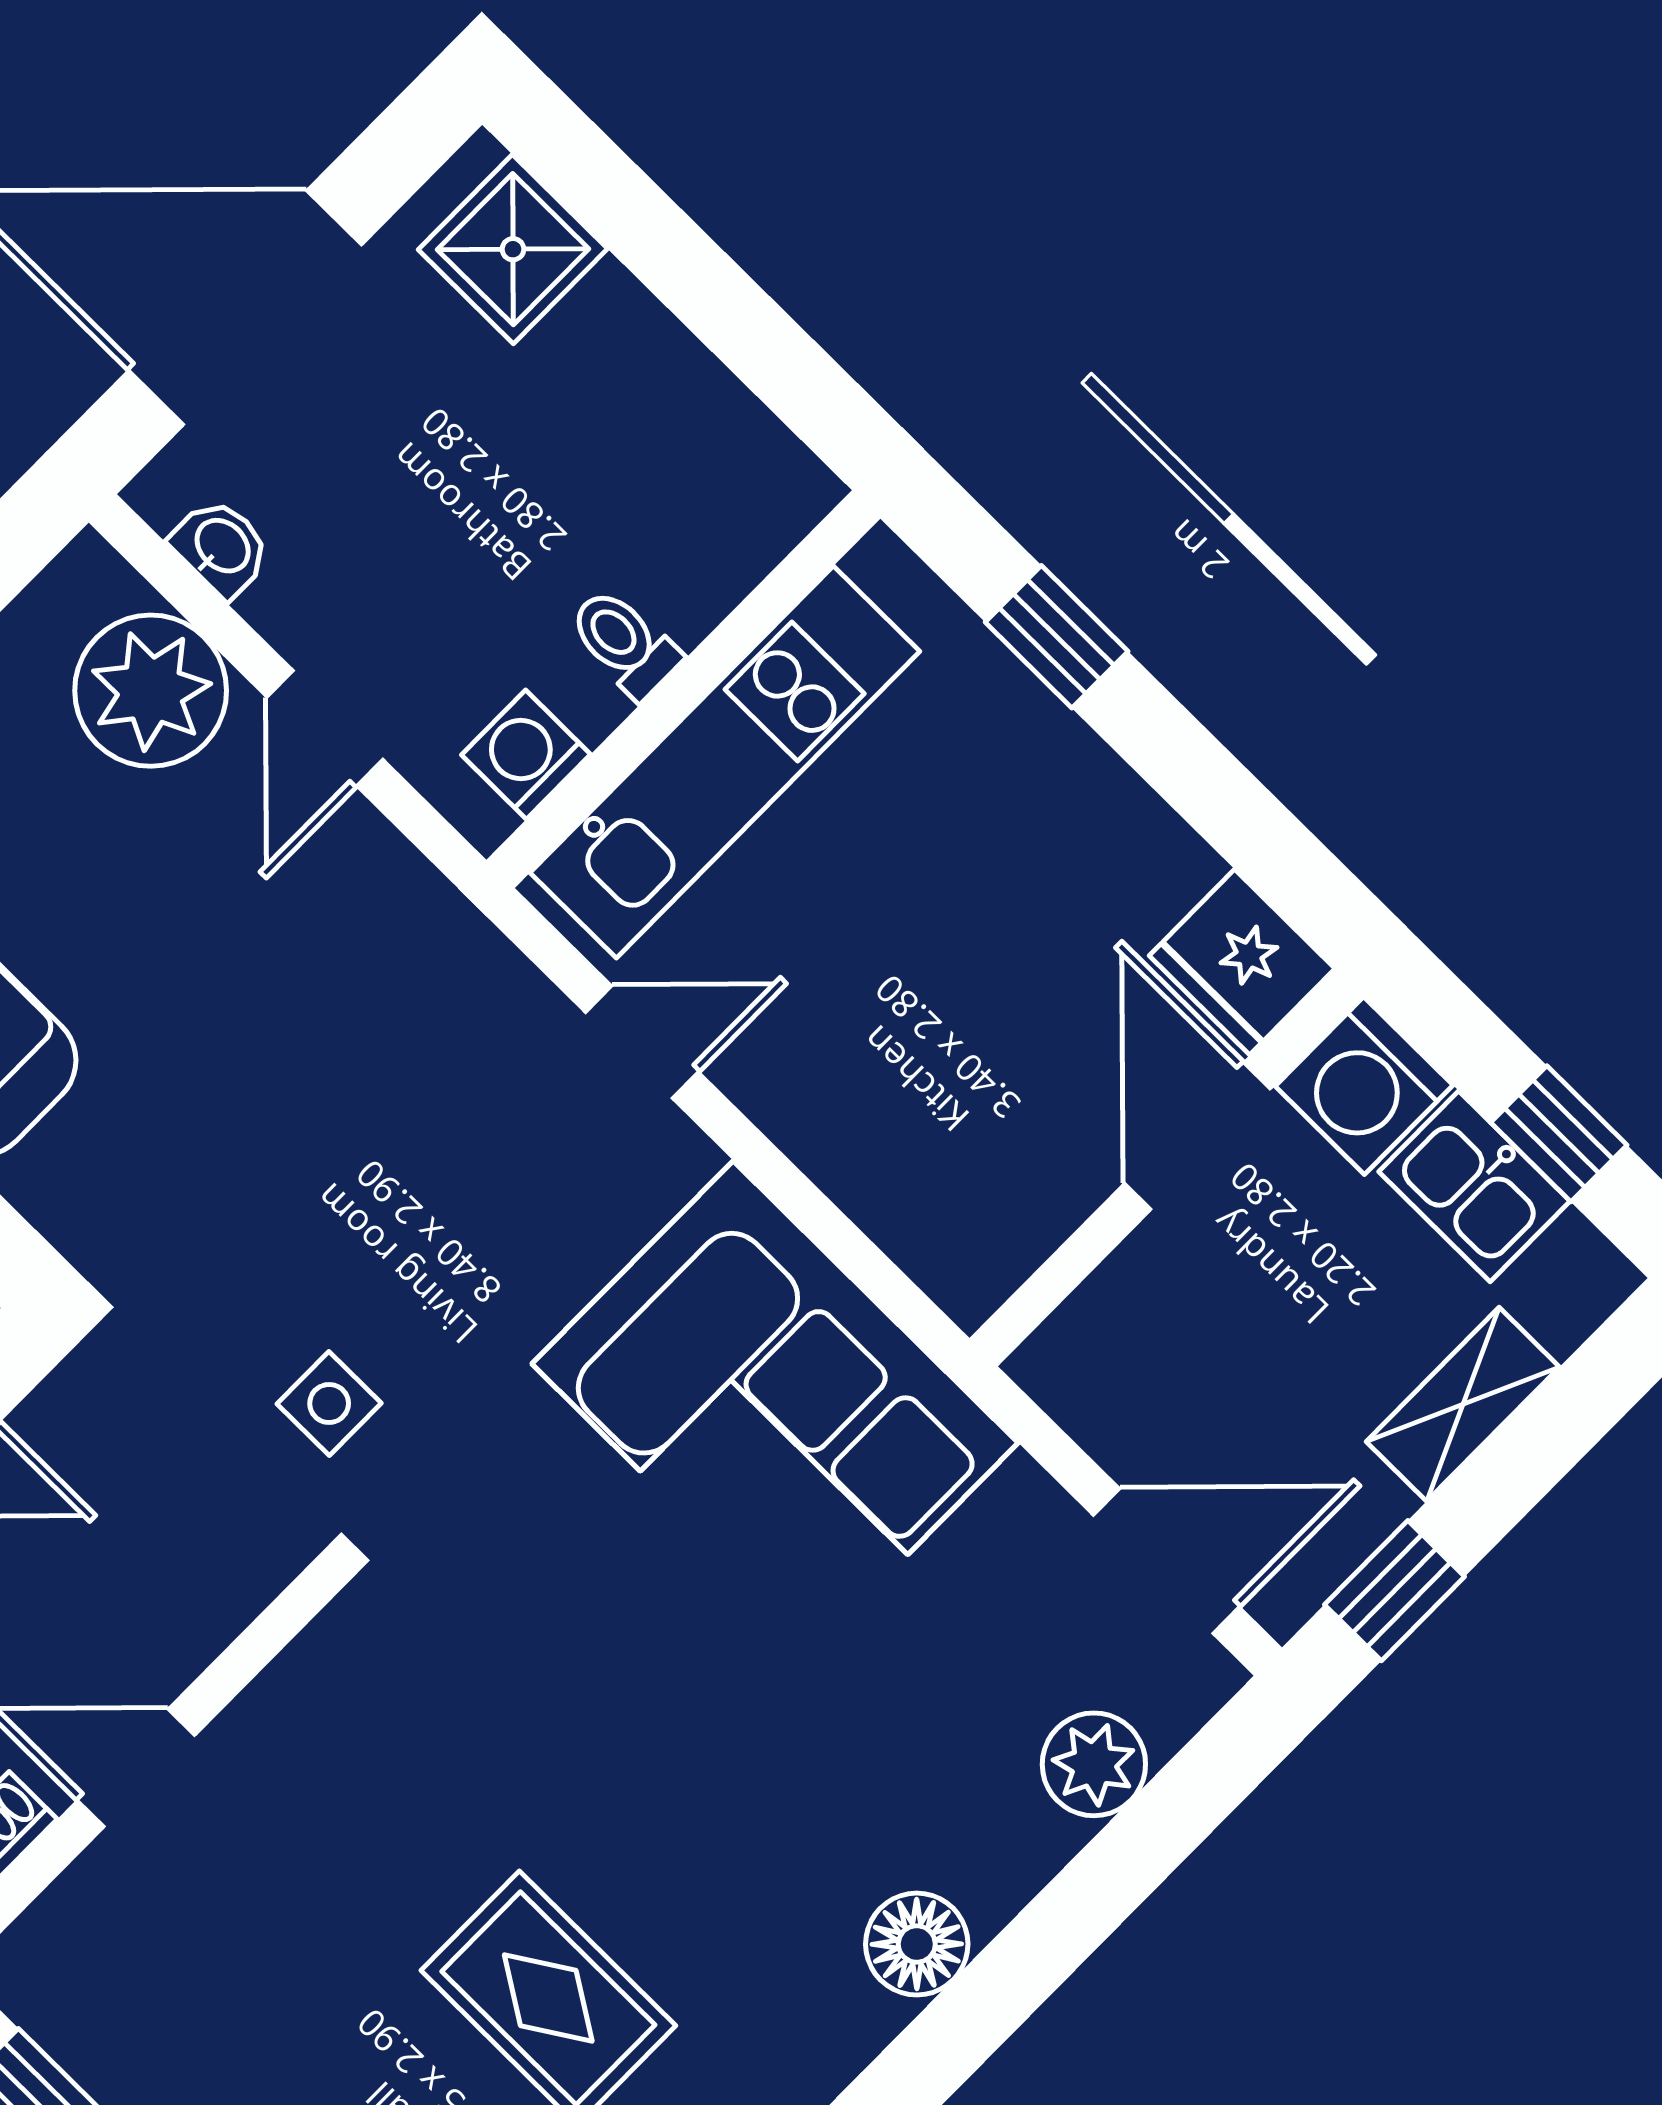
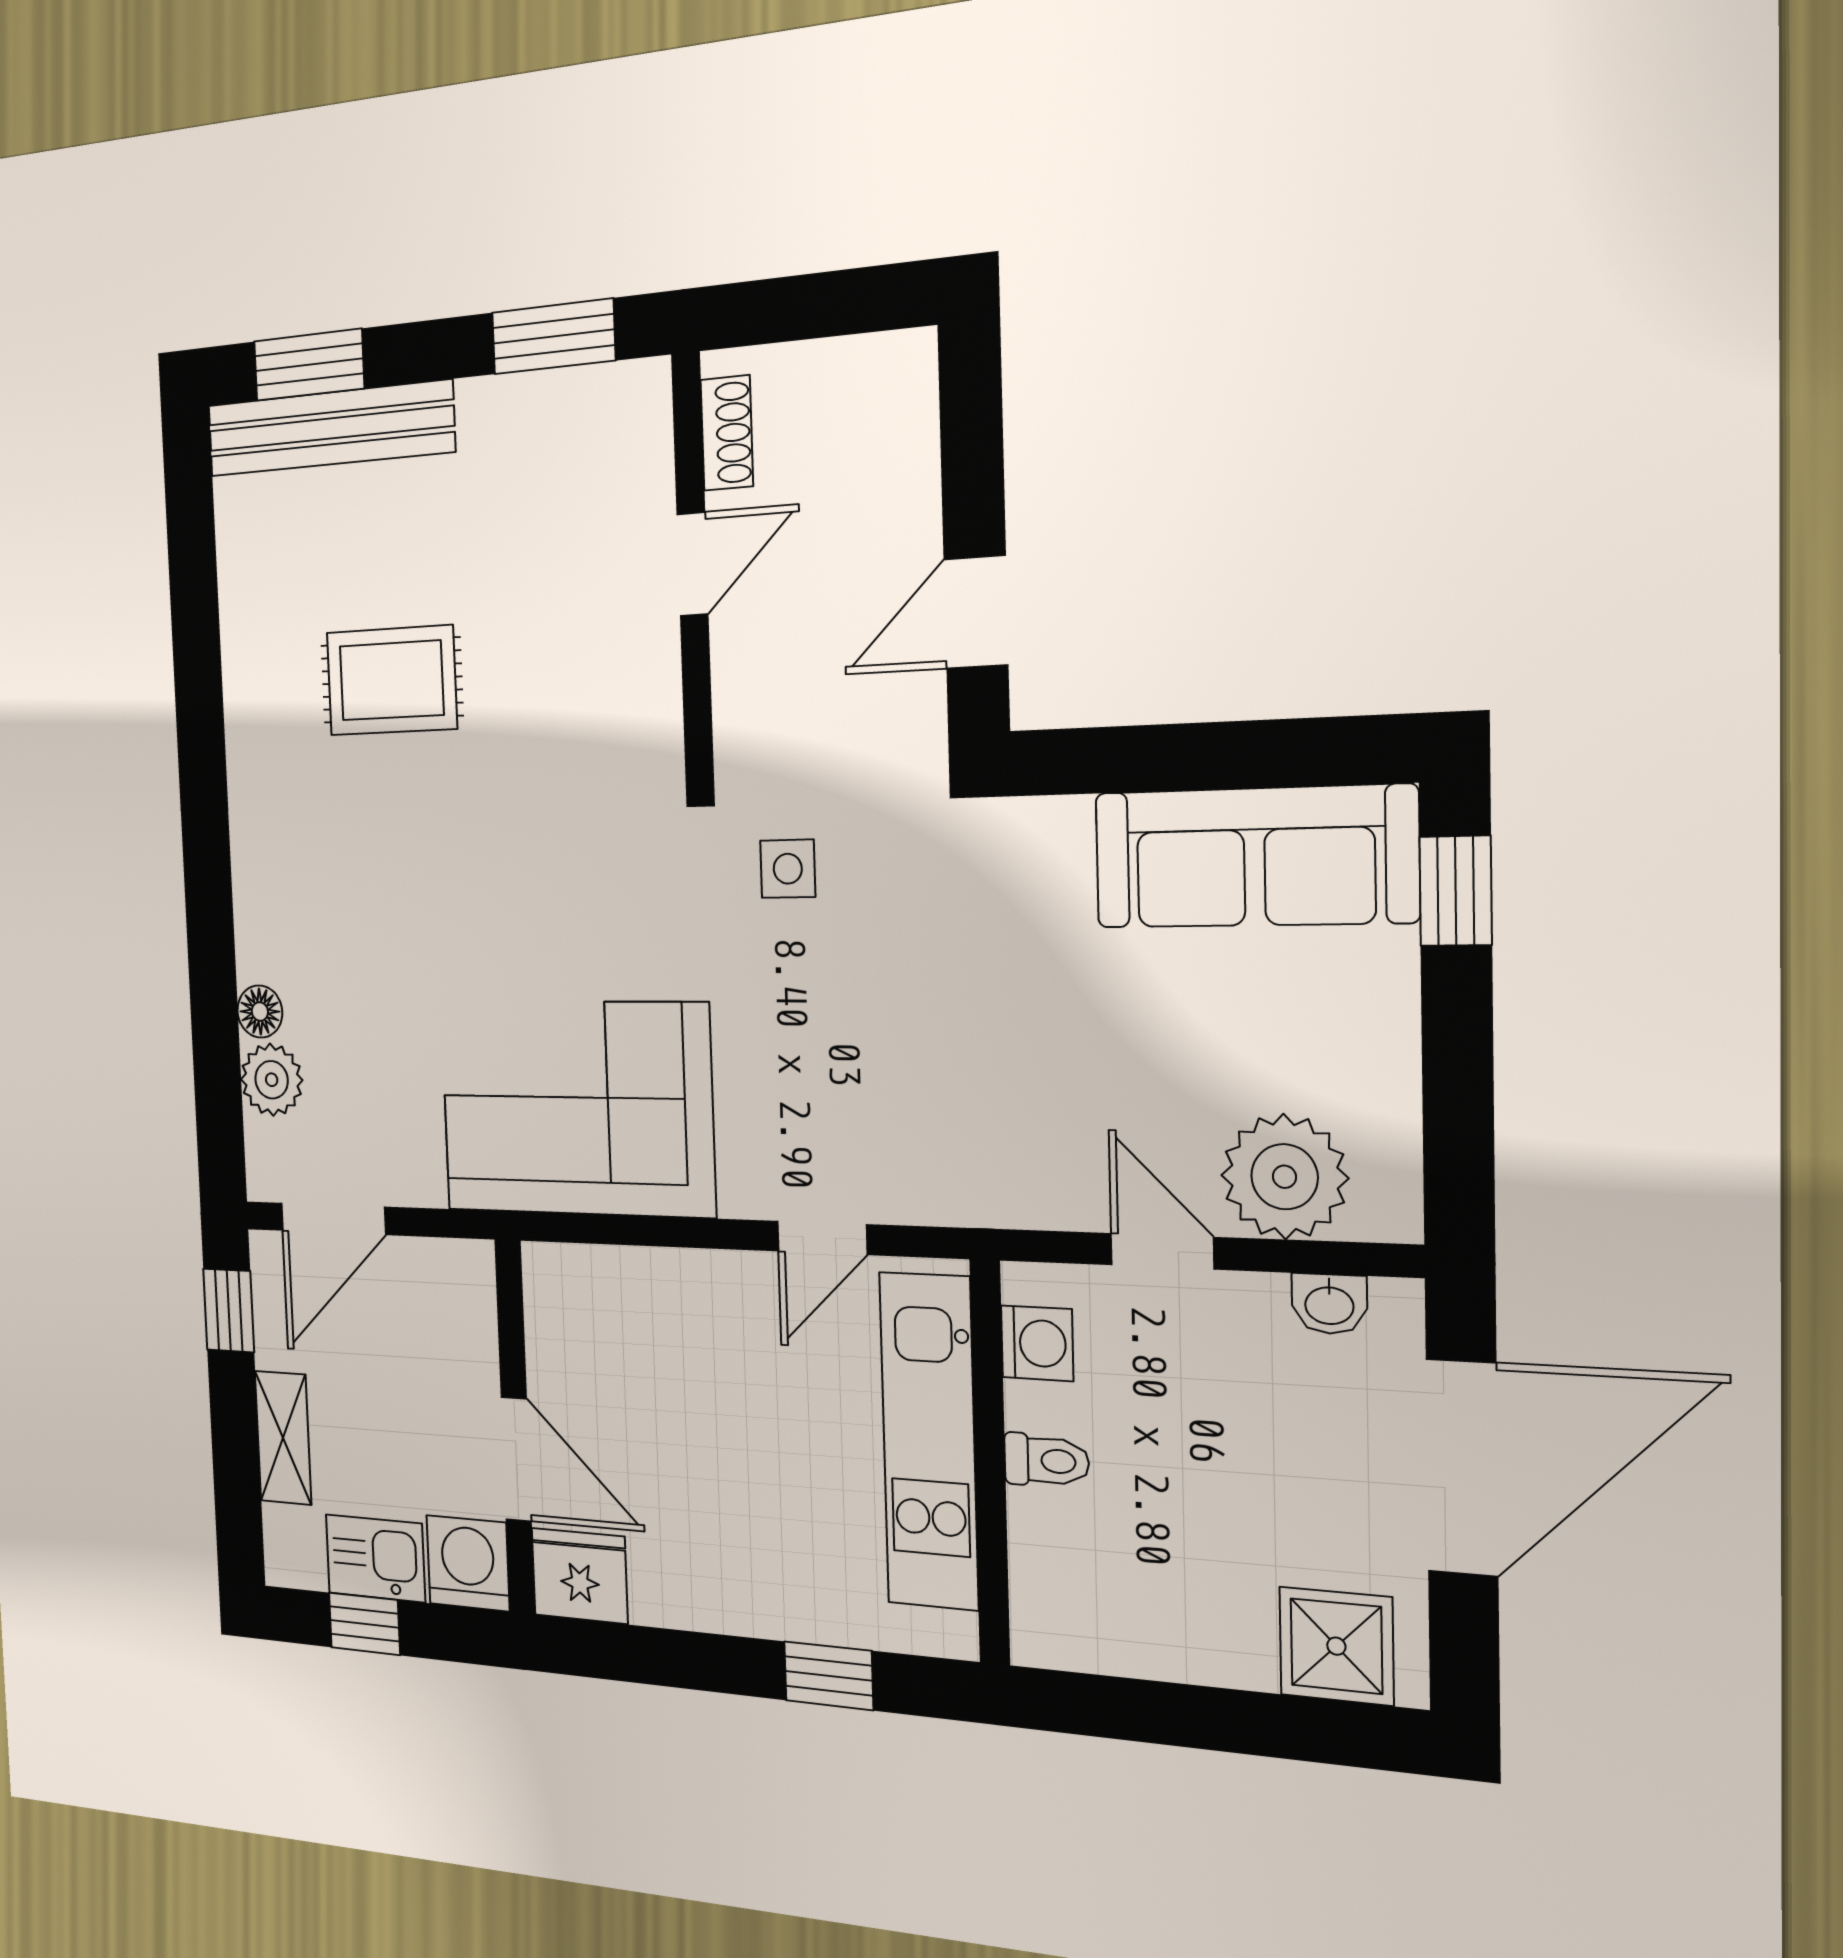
floor lamp: (917, 1944) -> (260, 1012), moved, width x0.73, depth x0.73

